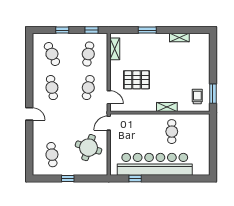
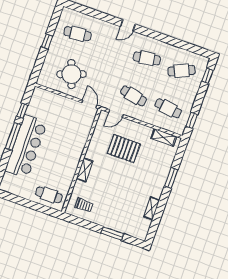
window: (62, 30) -> (208, 76), moved
pallet: (137, 80) -> (124, 149), turned 90
window: (213, 94) -> (112, 233), moved
cafe table: (172, 132) -> (49, 195), moved
round table: (89, 148) -> (71, 74), turned -38
bar counter: (155, 164) -> (26, 147), width x0.73
window: (160, 179) -> (13, 136), added

